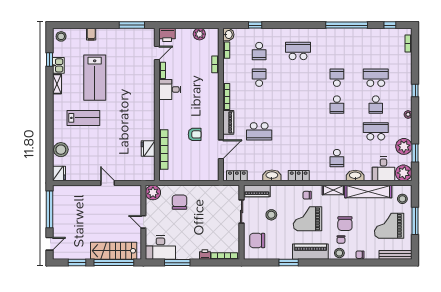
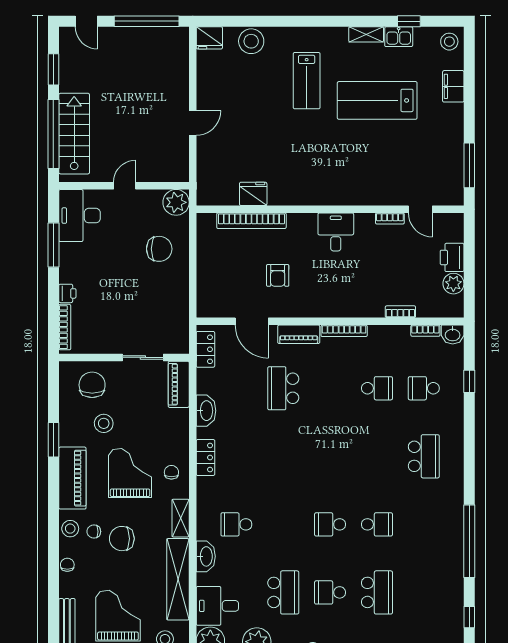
filing cabinet: (91, 34) -> (453, 86), width x2.00
printer: (167, 35) -> (452, 257), moved
desk: (170, 89) -> (336, 232), moved
stool: (271, 215) -> (104, 423), moved

